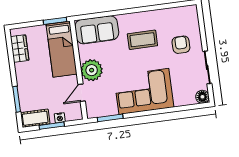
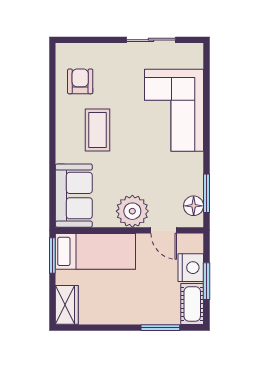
armchair: (181, 45) -> (80, 81), moved, turned 90
wardrobe: (20, 48) -> (67, 305), moved, turned 90
corner sofa: (144, 91) -> (174, 110), moved
floor lamp: (202, 97) -> (194, 206), moved
nightstand: (60, 118) -> (191, 268), width x1.89, depth x1.79

